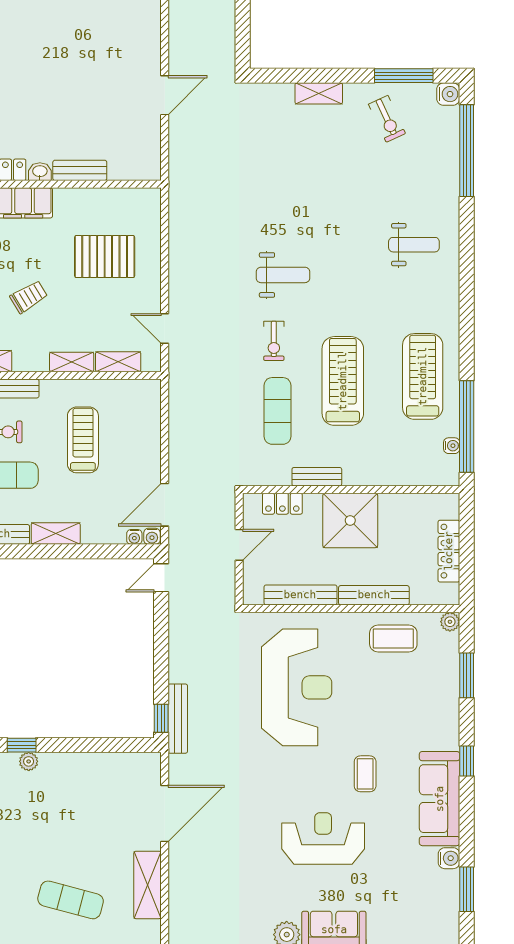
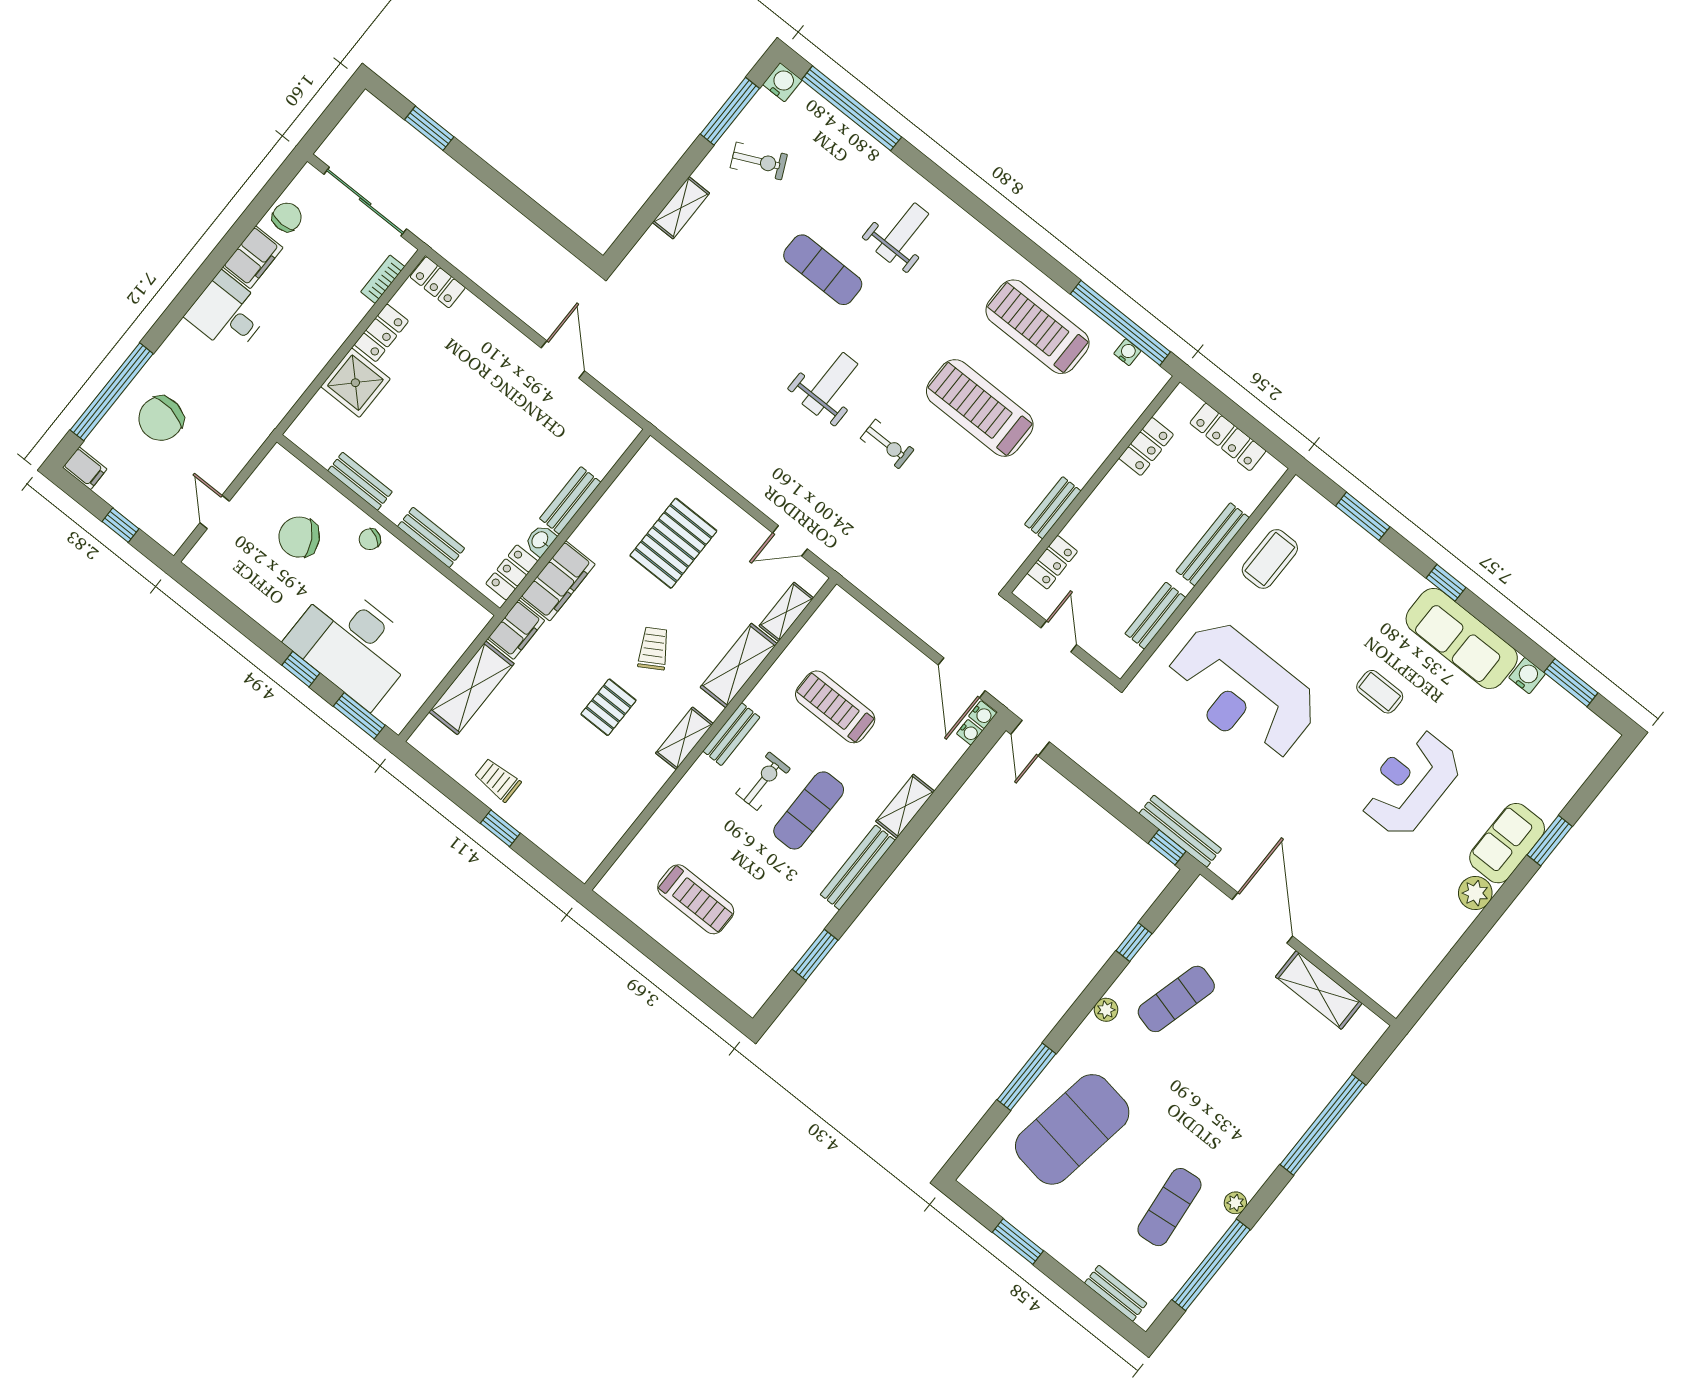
shelving: (72, 362) -> (739, 665), width x1.50, depth x1.33
exercise mat: (278, 411) -> (823, 270), moved
locker: (402, 505) -> (1146, 446), added
shower: (350, 520) -> (1121, 509), removed
bench: (300, 595) -> (1155, 616), width x0.73
plant: (450, 622) -> (1298, 491), removed
reception desk: (297, 687) -> (1242, 691), turned 180
window: (22, 745) -> (1134, 942), moved
exercise mat: (71, 900) -> (1176, 999), moved

